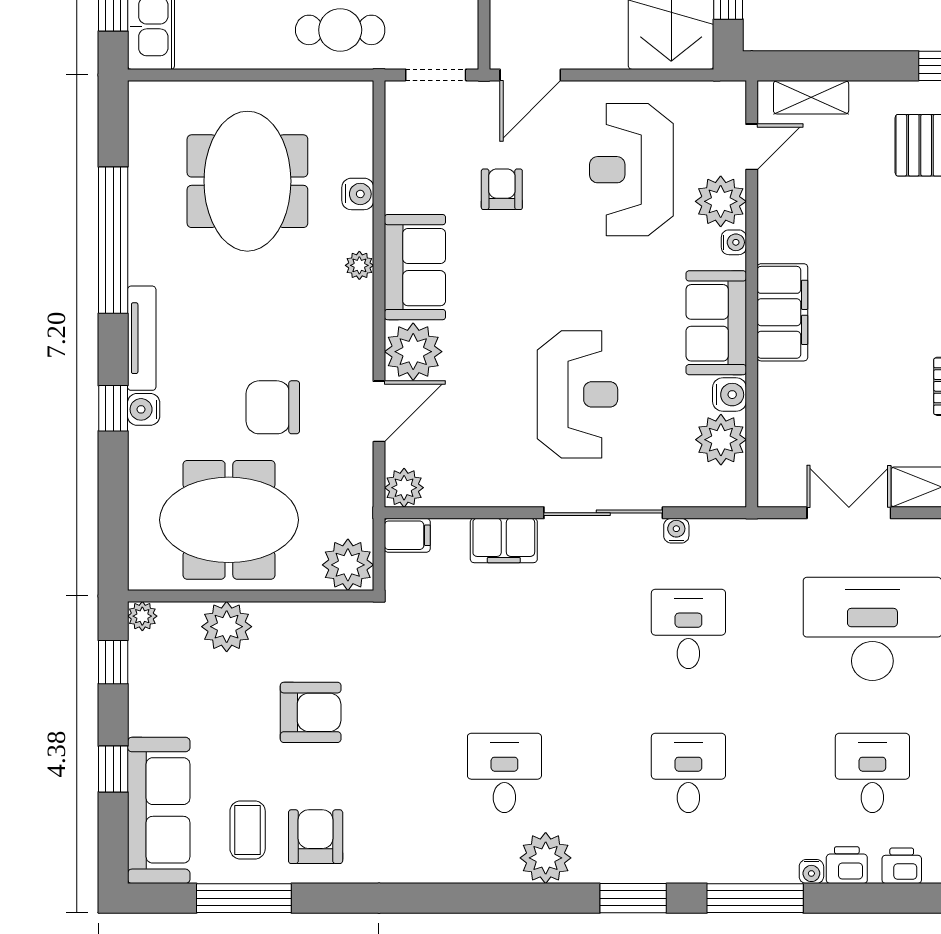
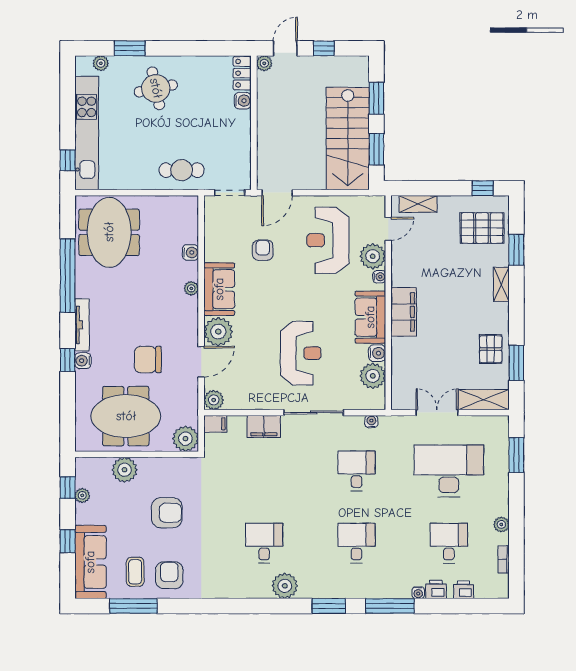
meeting table: (247, 181) -> (109, 232), moved
water cooler: (676, 531) -> (371, 422), moved
plant: (142, 616) -> (82, 495), moved

